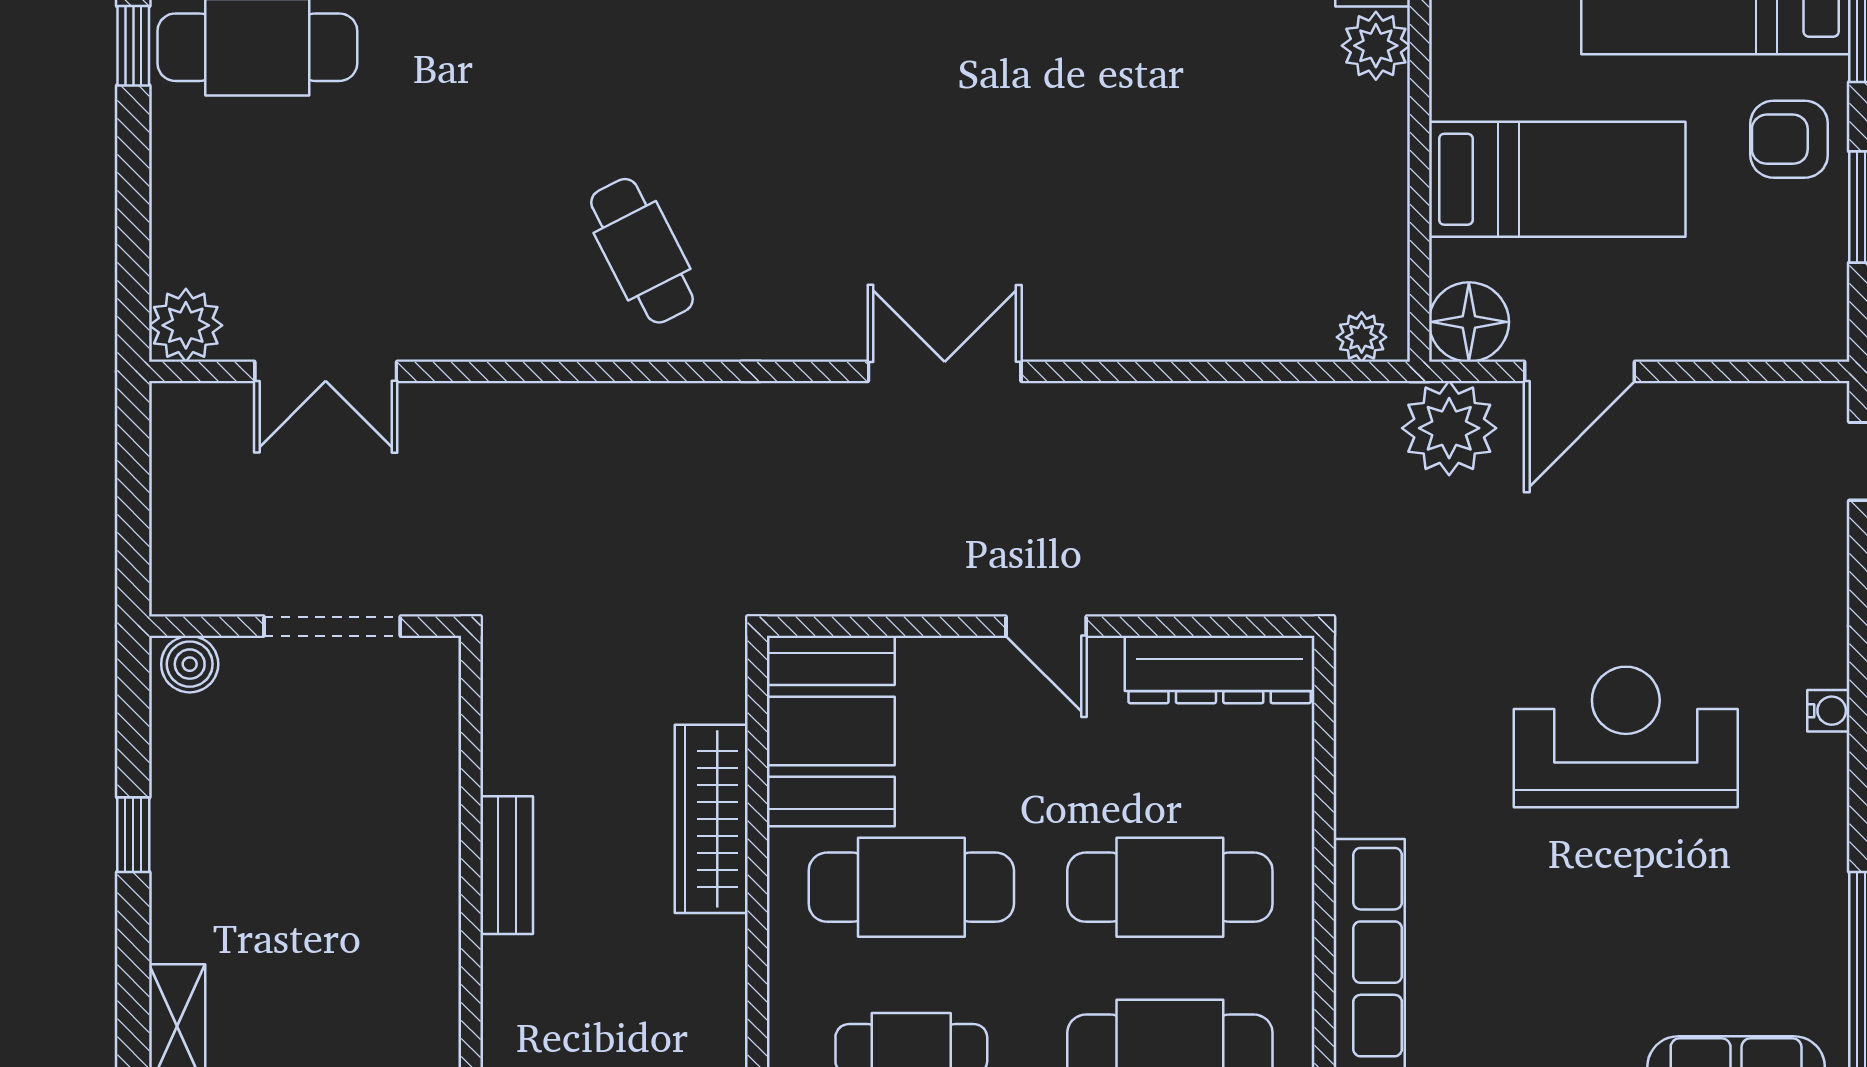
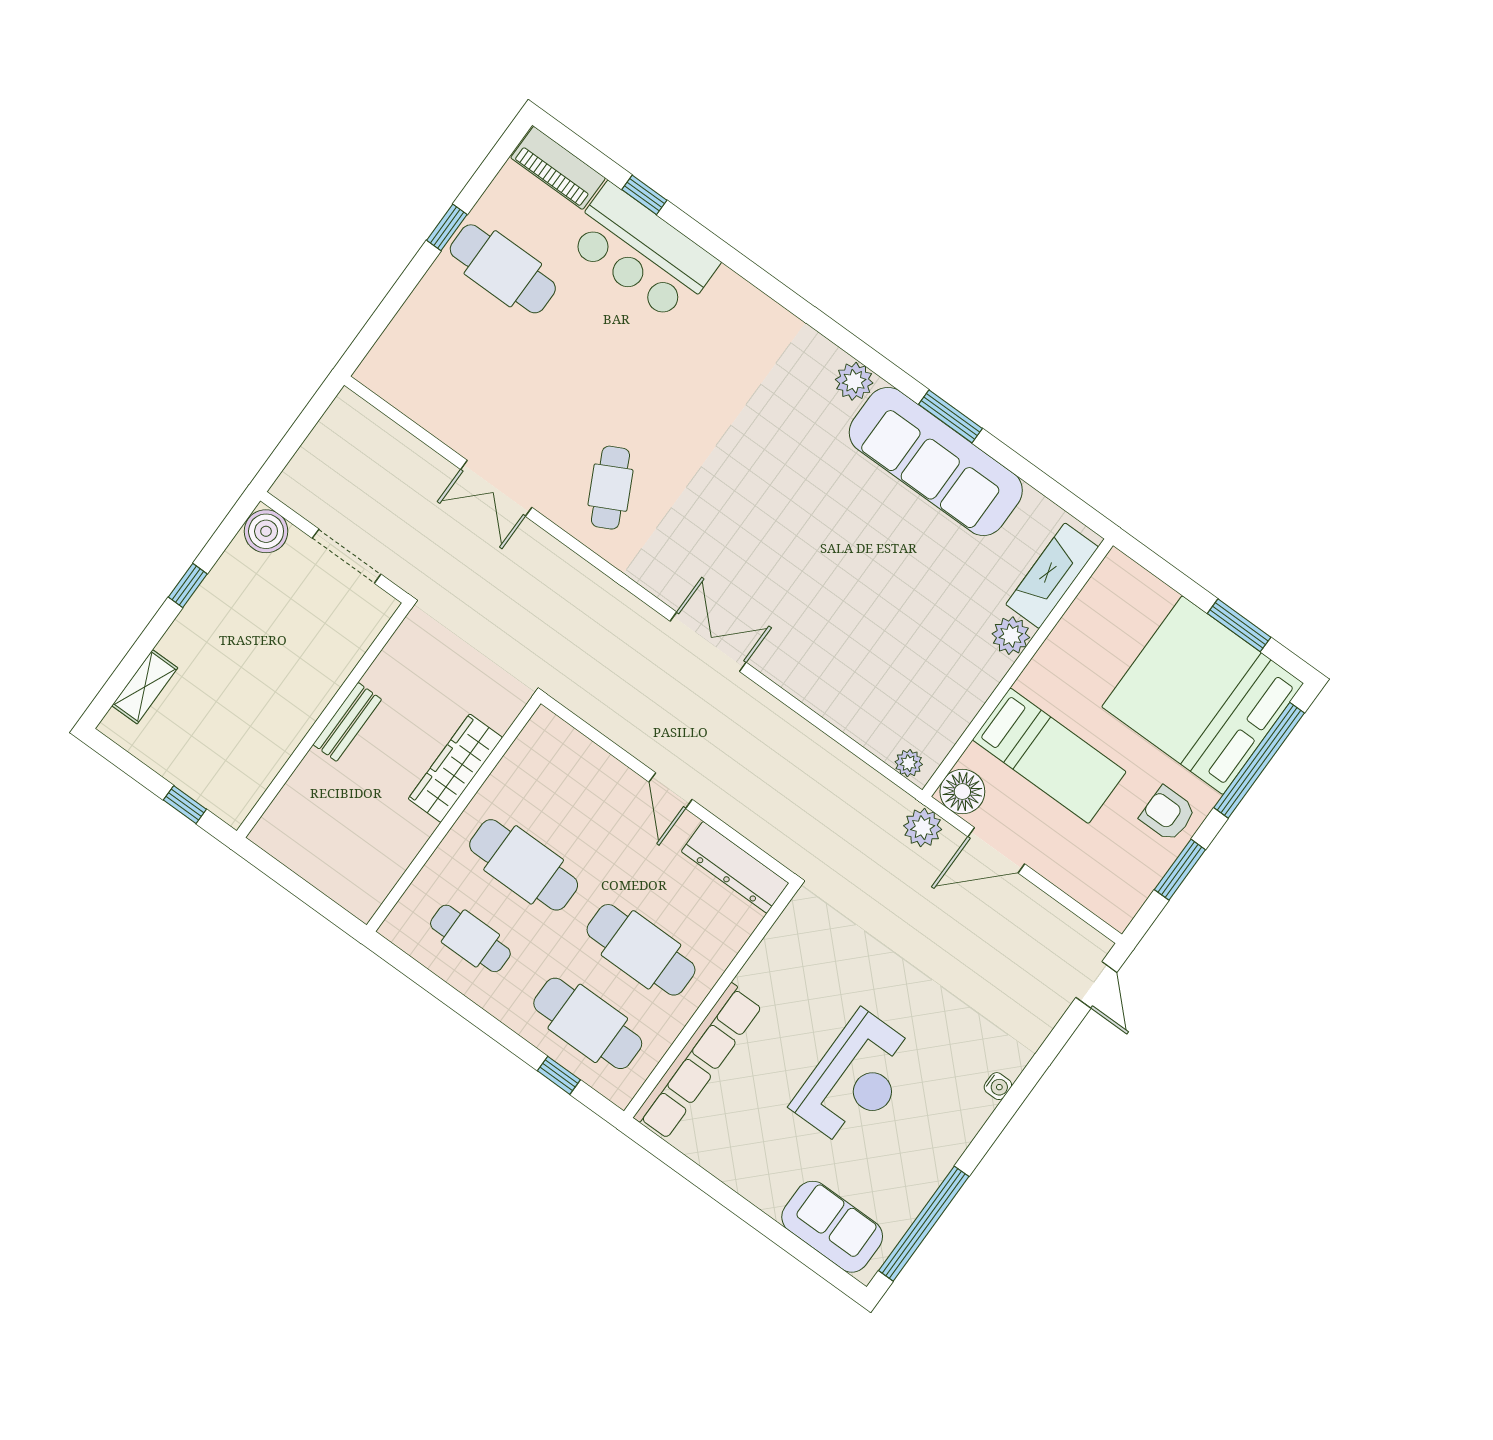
plant: (186, 325) -> (379, 372), removed
double door: (326, 371) -> (496, 488), moved
plant: (1449, 428) -> (923, 828), width x0.73, depth x0.73
boiler: (190, 664) -> (266, 531), width x1.36, depth x1.36
booth: (831, 731) -> (538, 768), removed
reception desk: (1626, 737) -> (856, 1080), moved, turned 90

